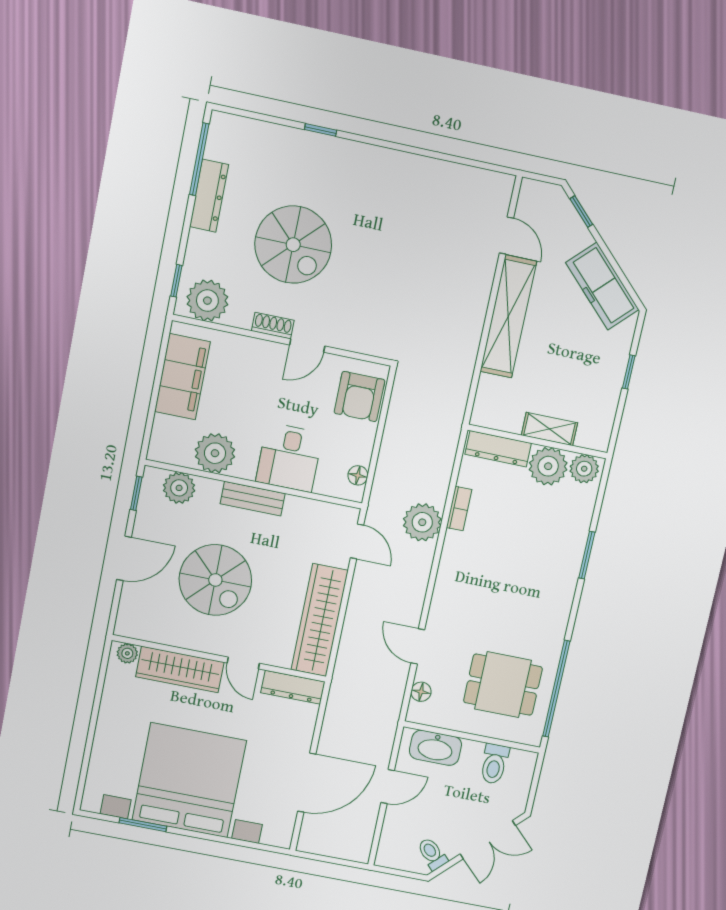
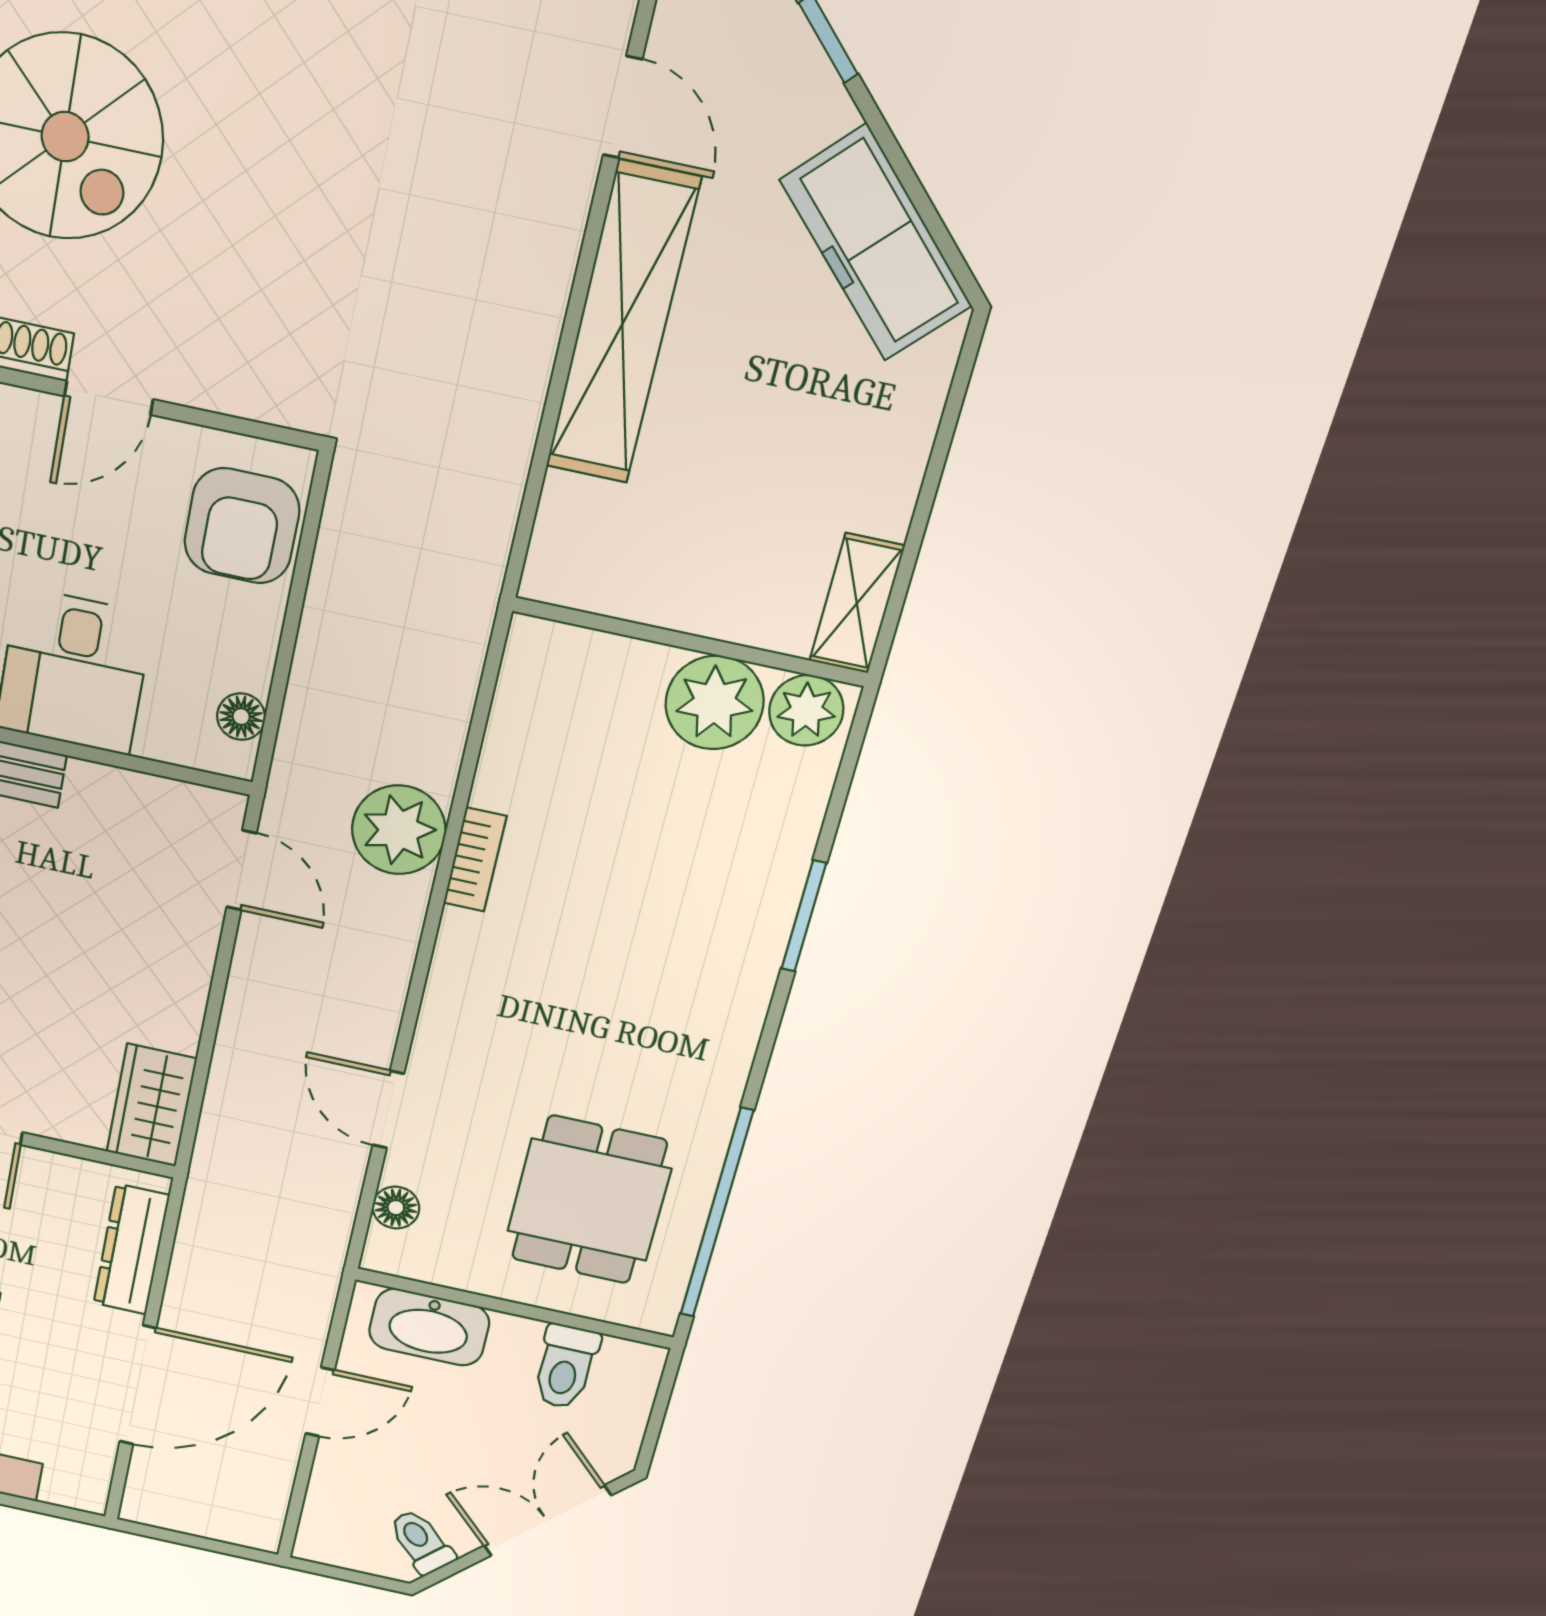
window: (629, 372) -> (935, 469), removed
shelving: (549, 429) -> (857, 604), moved, turned 90
dresser: (498, 449) -> (589, 658), removed
bookcase: (459, 509) -> (475, 860), moved
wardrobe: (320, 620) -> (152, 1105), width x0.48, depth x0.85
dining table: (503, 685) -> (589, 1200), turned 90
dresser: (293, 687) -> (131, 1249), moved, turned 90
double door: (488, 840) -> (547, 1521), swing flipped

